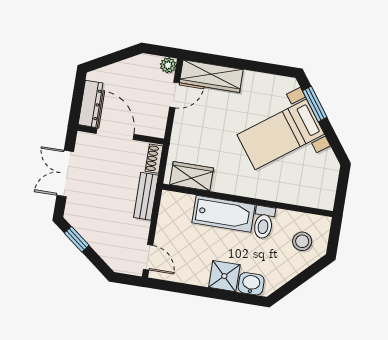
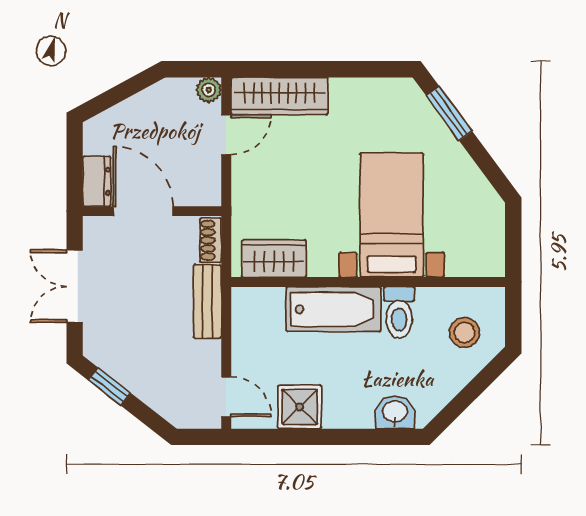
dresser: (91, 104) -> (97, 181), width x0.70
bed with nightstands: (281, 134) -> (392, 215), moved, turned 126
shower: (224, 276) -> (300, 407), moved

